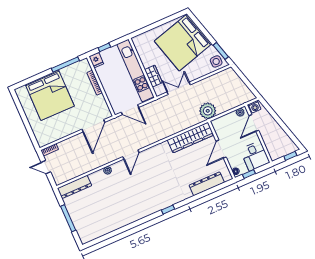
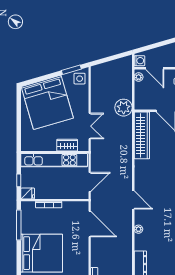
double door: (179, 88) -> (90, 126), swing flipped

